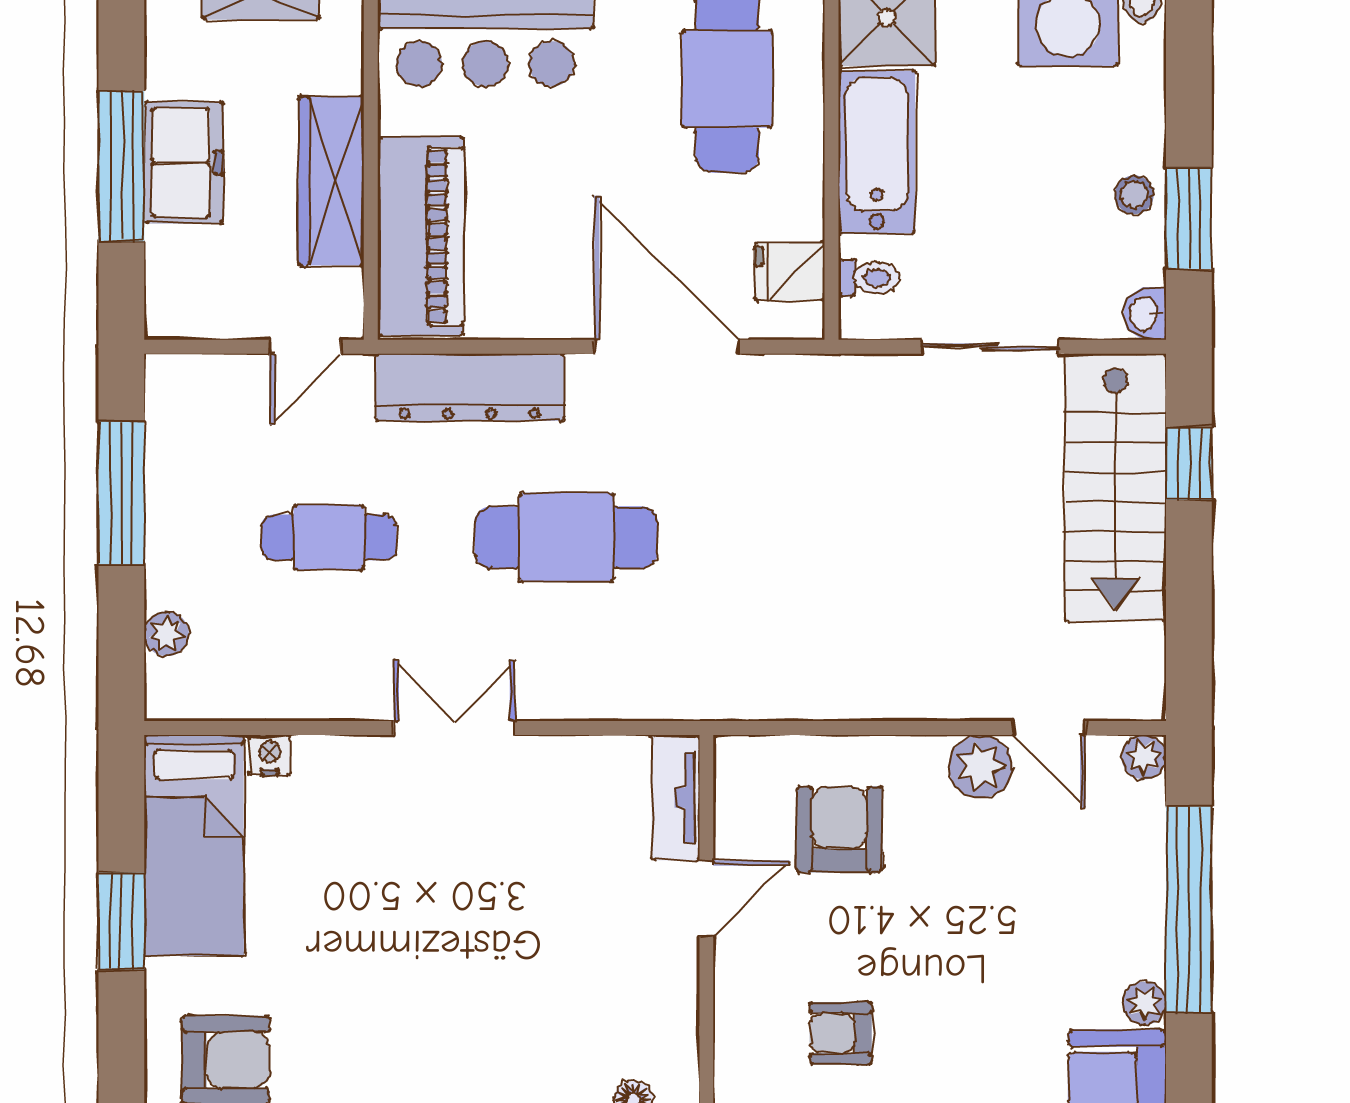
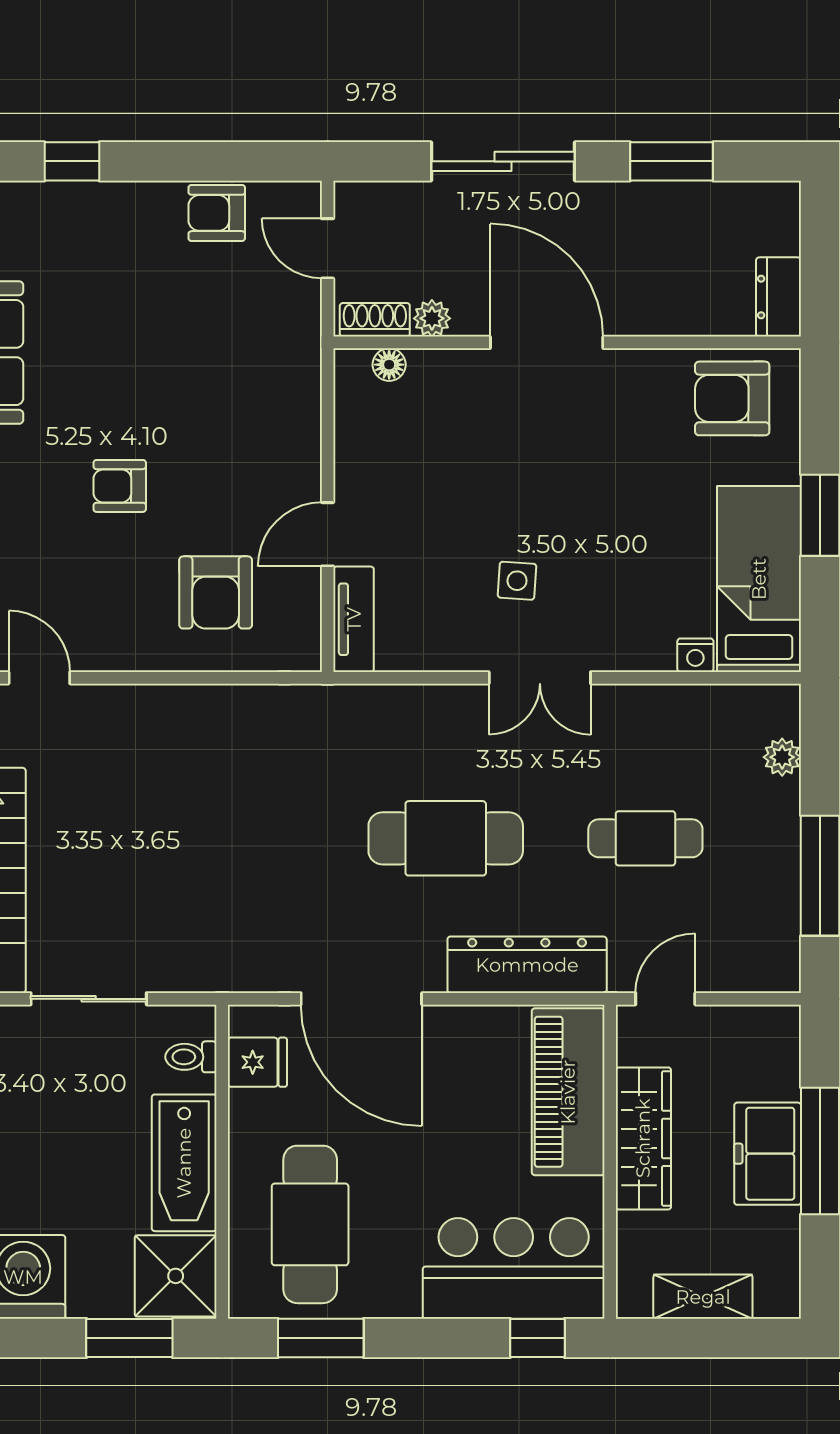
plant: (980, 766) -> (97, 645), removed
side table: (481, 843) -> (517, 581), added
armchair: (841, 1033) -> (120, 486), moved, turned 180

